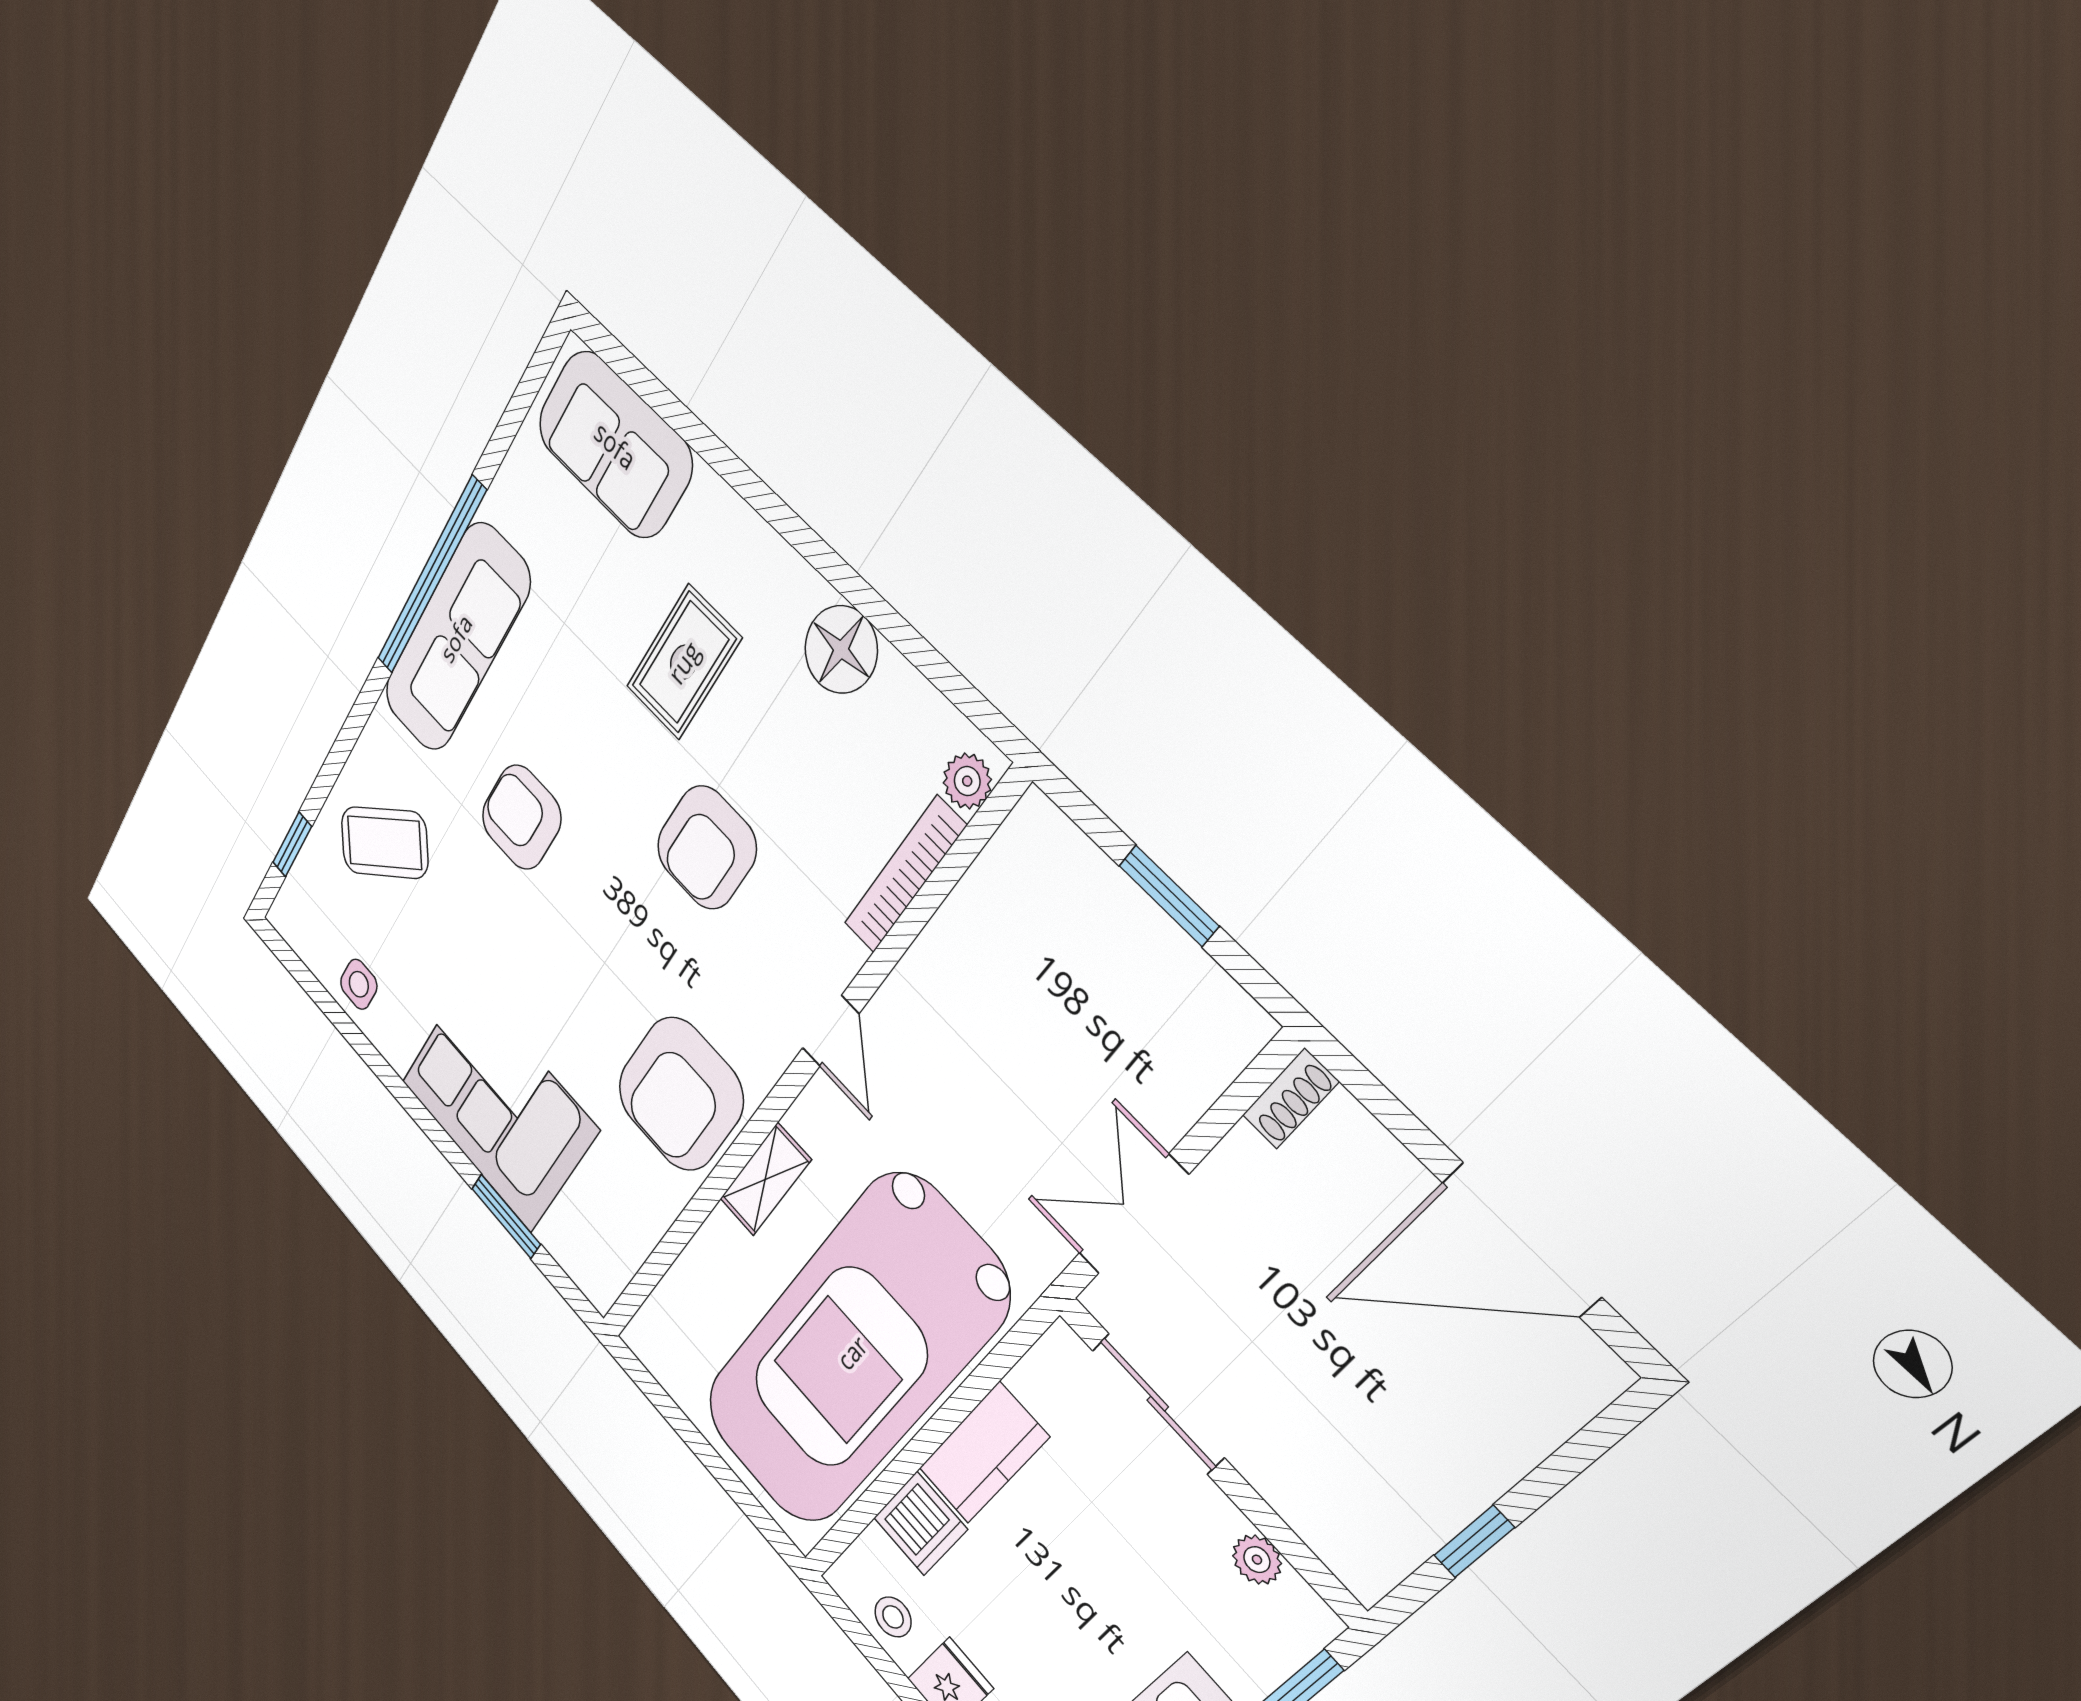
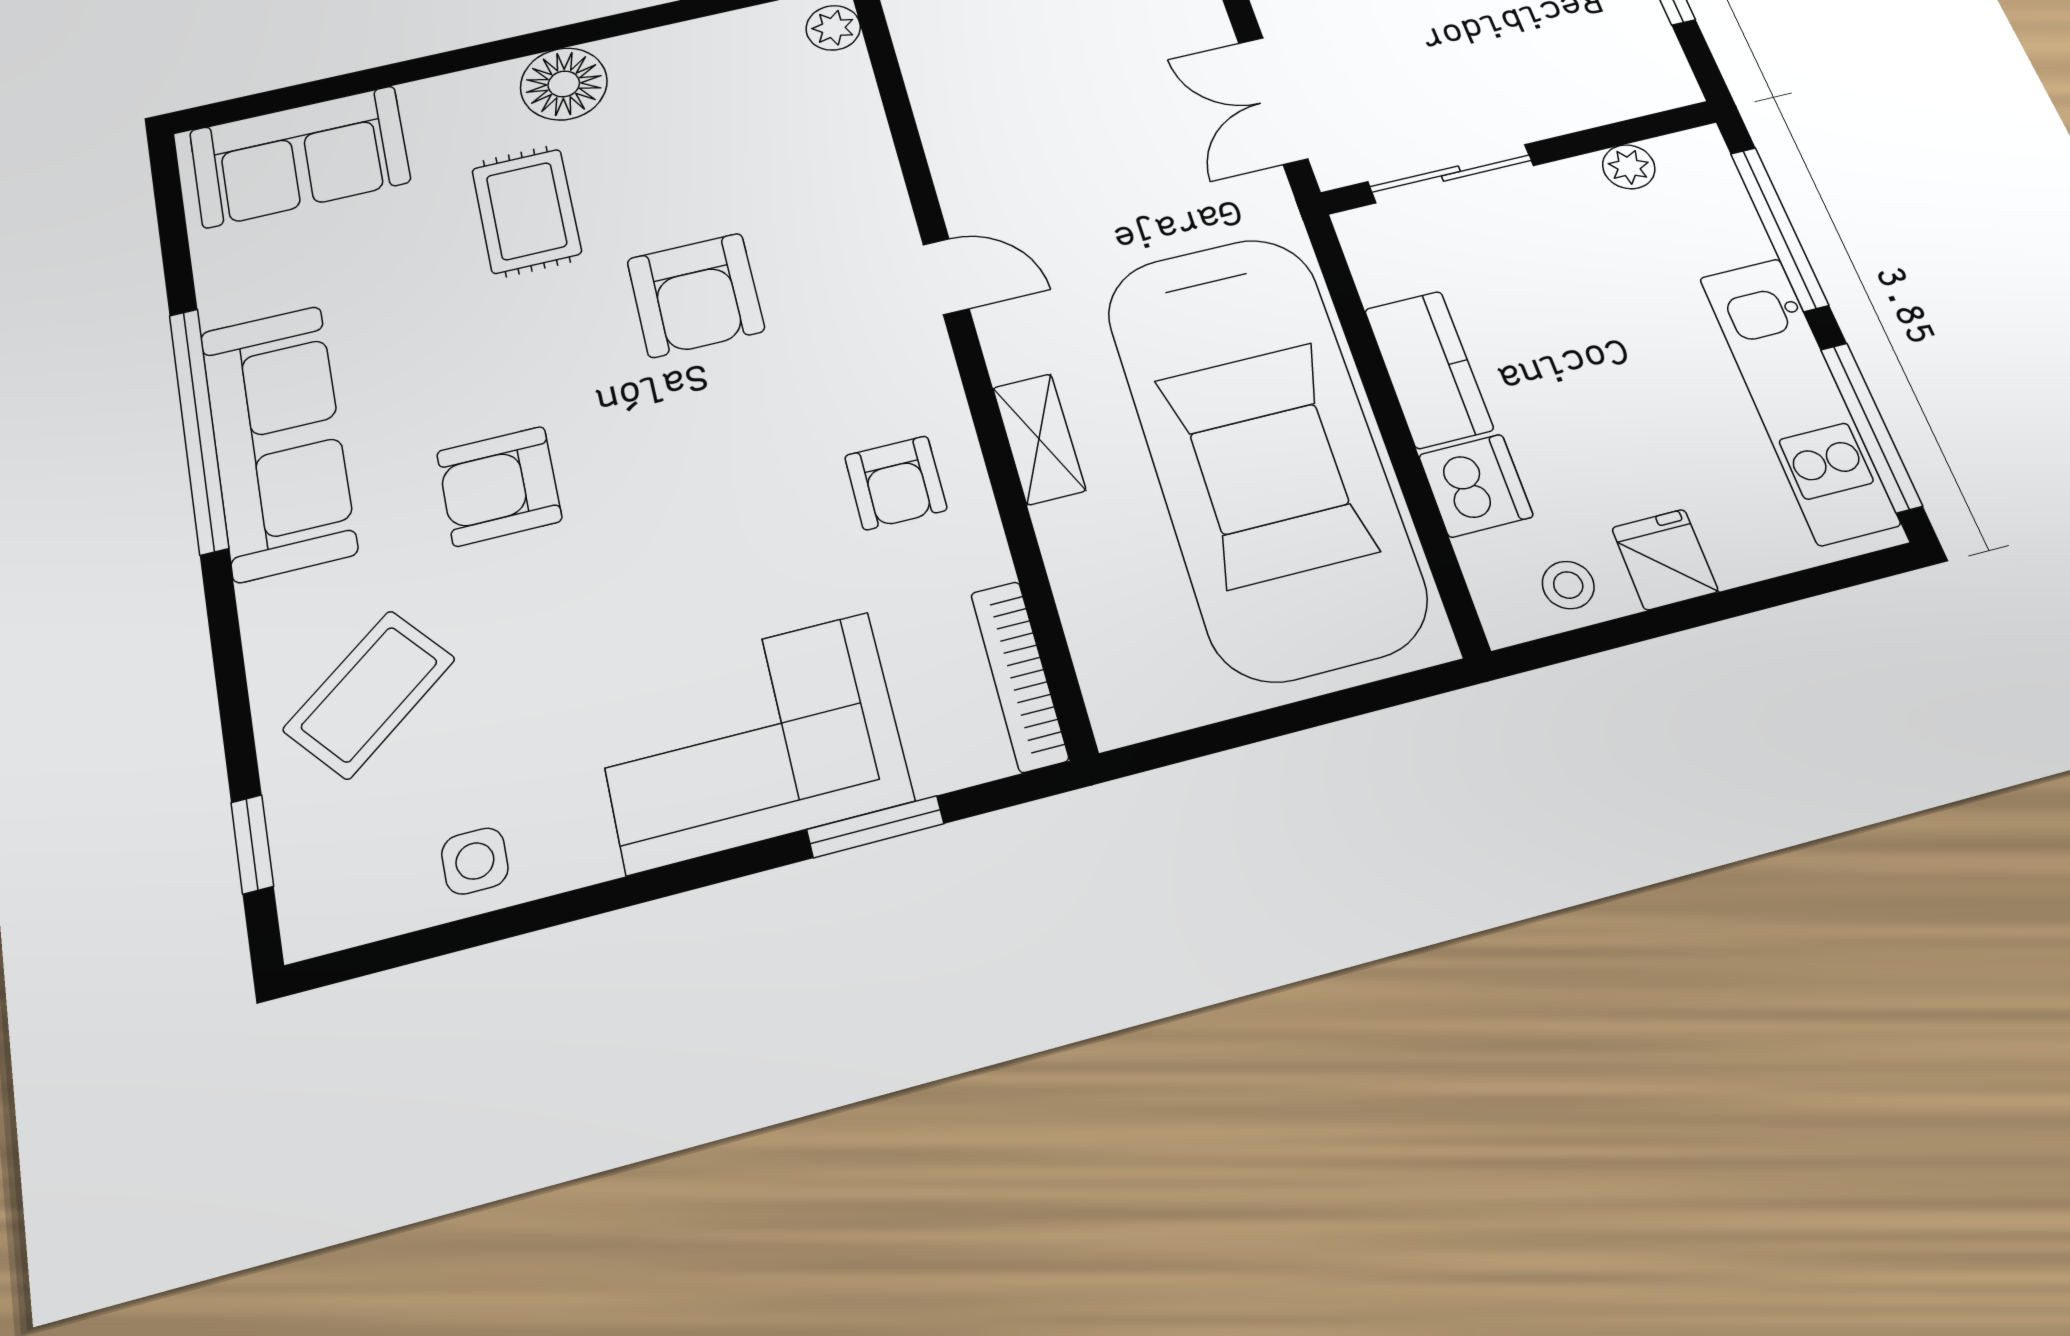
floor lamp: (841, 650) -> (564, 84), moved
bookcase: (905, 875) -> (1019, 676), moved
armchair: (680, 1094) -> (896, 483), width x0.53, depth x0.53

